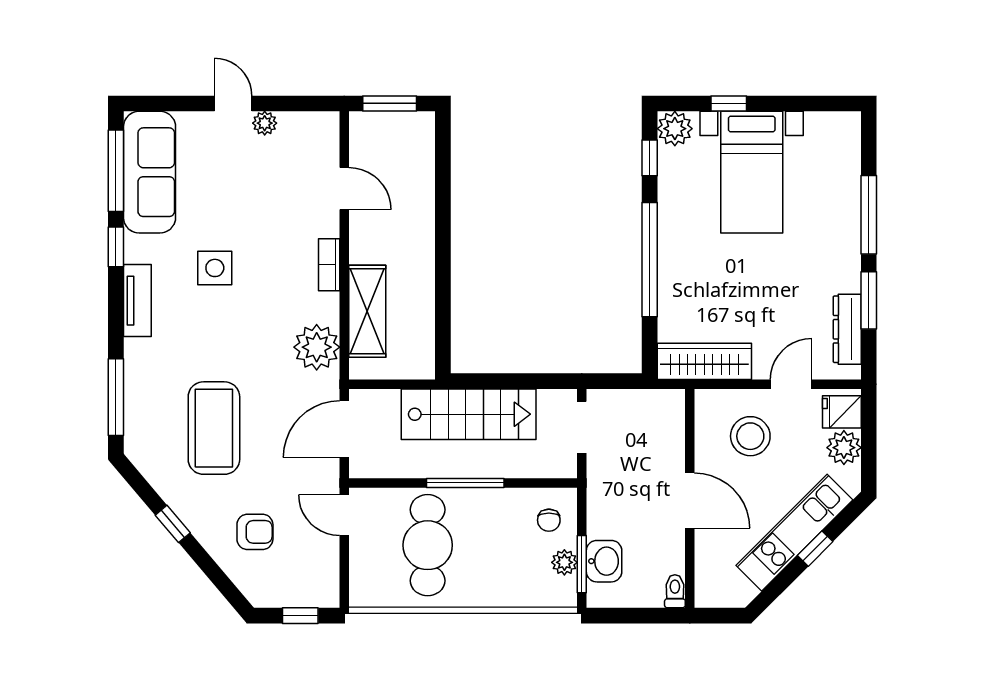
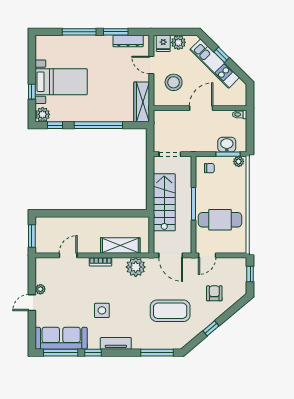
plant: (564, 562) -> (239, 161), moved

